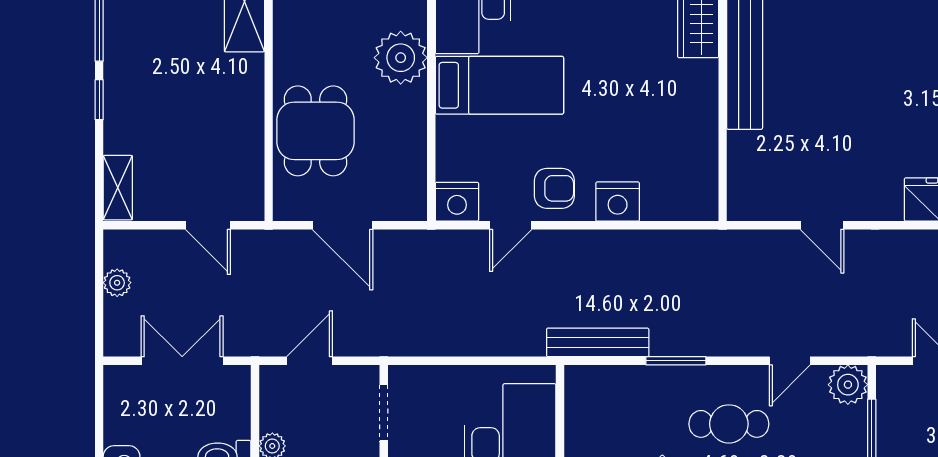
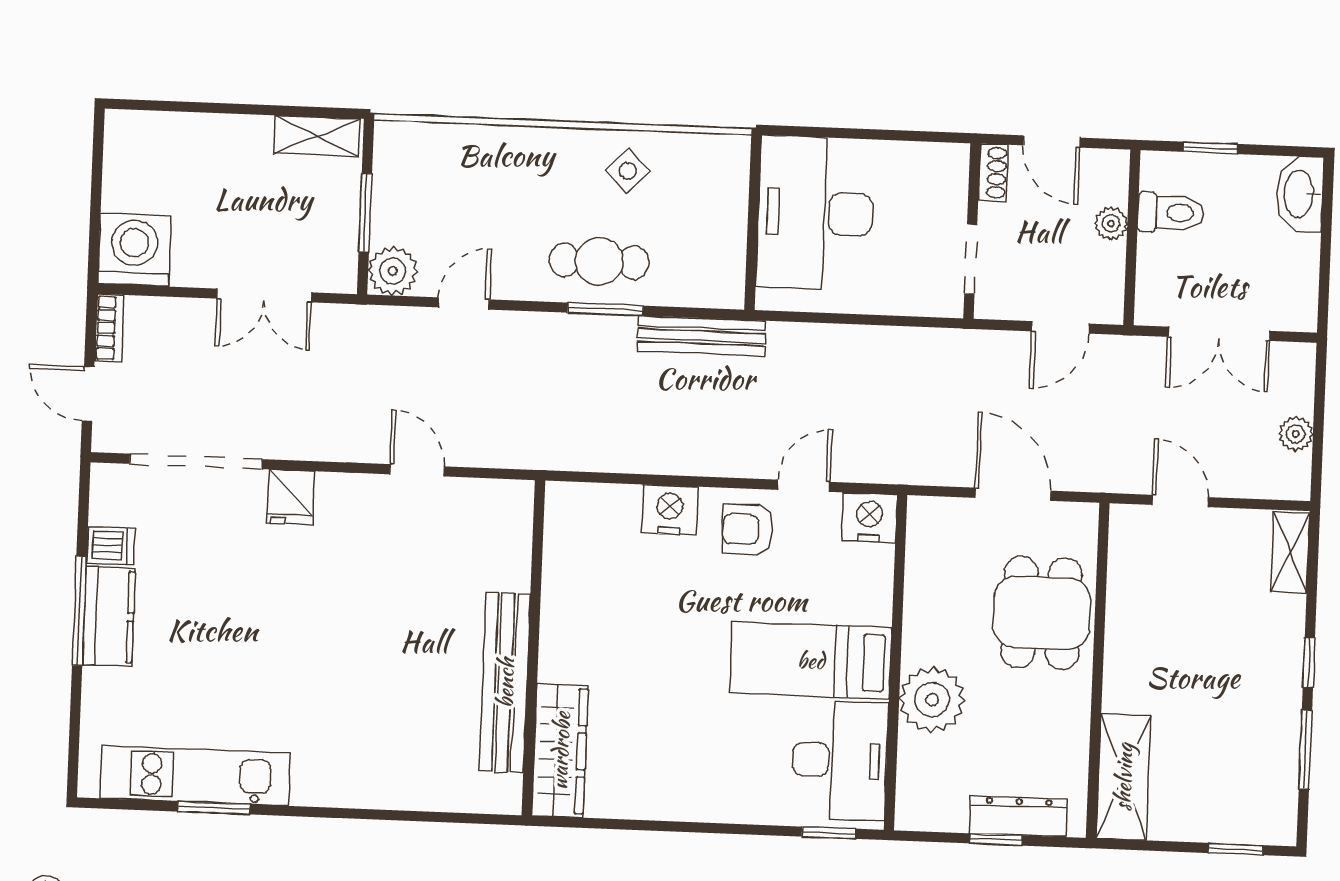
cafe table: (729, 424) -> (599, 261), moved

